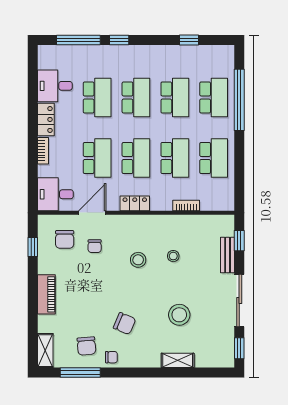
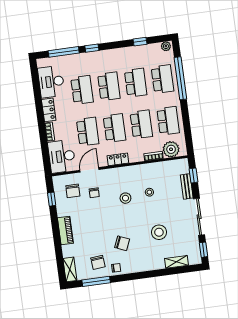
plant: (225, 51) -> (166, 46), added
desk: (55, 86) -> (51, 82), width x1.37
desk: (55, 194) -> (62, 156), width x1.37
plant: (212, 199) -> (171, 149), added
shelving: (178, 360) -> (177, 262), moved

